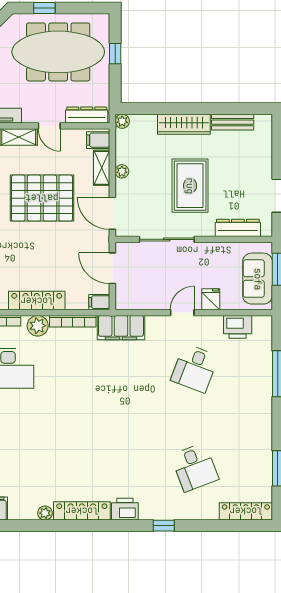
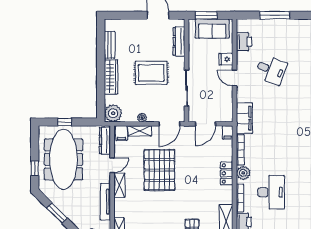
plant: (122, 121) -> (113, 113), width x1.88, depth x1.88
locker: (37, 301) -> (227, 173), width x0.66

